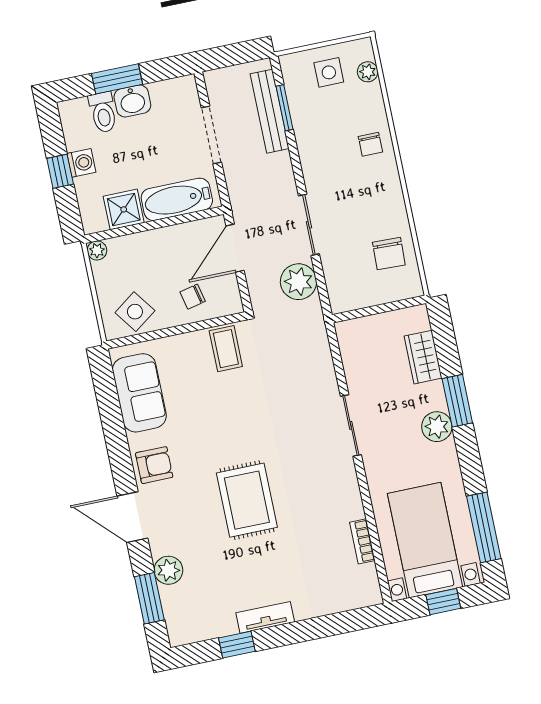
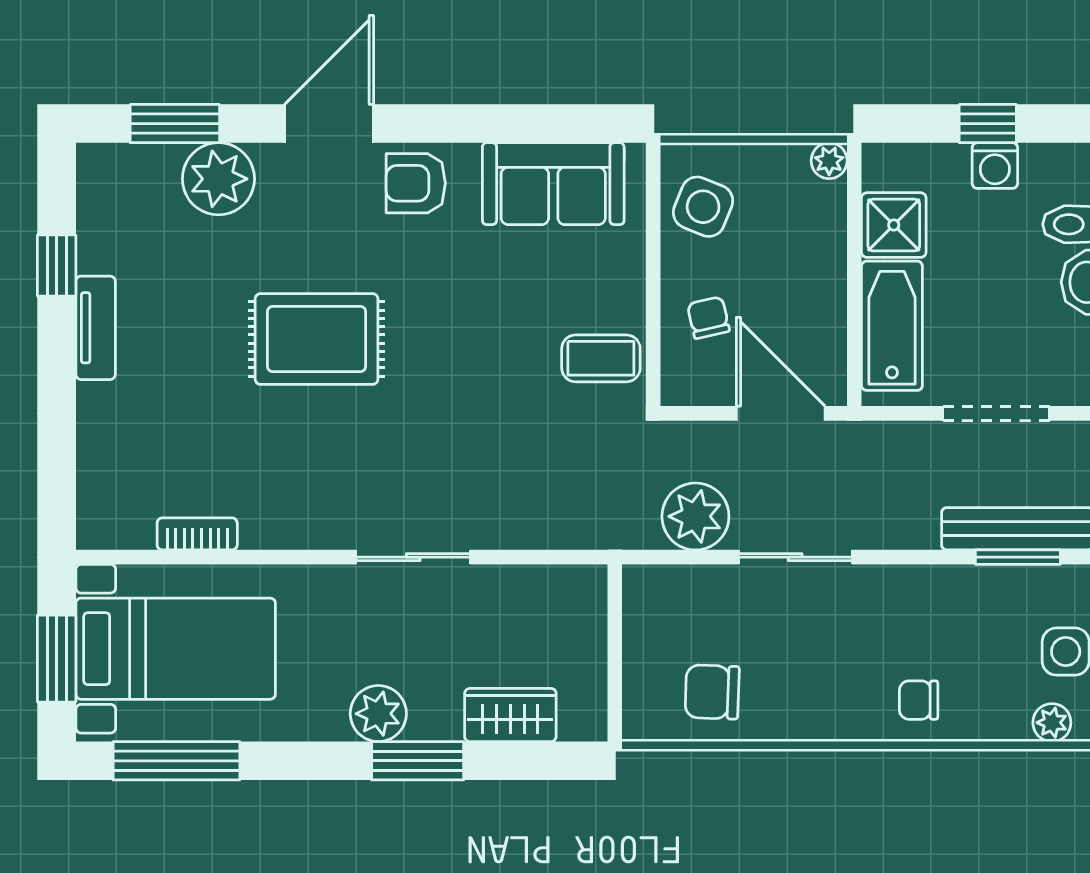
side table: (135, 312) -> (703, 207), turned -32
armchair: (154, 465) -> (416, 183), turned 90
plant: (168, 570) -> (218, 179), width x1.36, depth x1.36
window: (443, 602) -> (57, 659), width x1.50

